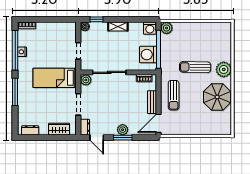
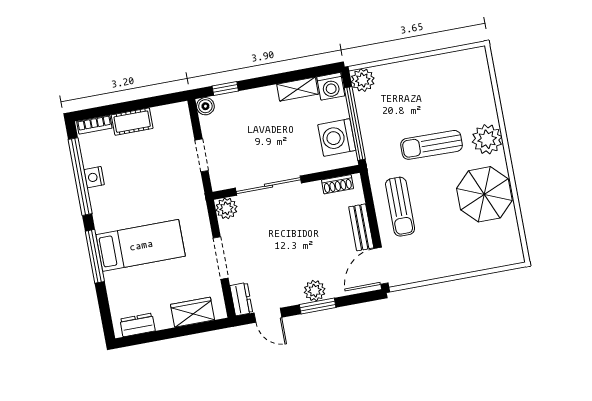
cot: (46, 27) -> (132, 122), added
shelving: (118, 27) -> (297, 89), moved
bed: (55, 78) -> (141, 245), moved, turned 180

